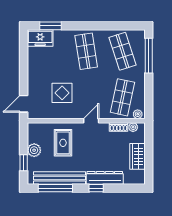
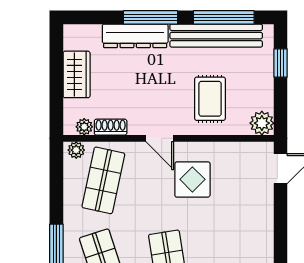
display table: (62, 93) -> (192, 179), moved
door: (91, 121) -> (160, 138), hinge flipped
plant: (34, 150) -> (262, 123), moved
window: (96, 188) -> (151, 17), width x2.17

